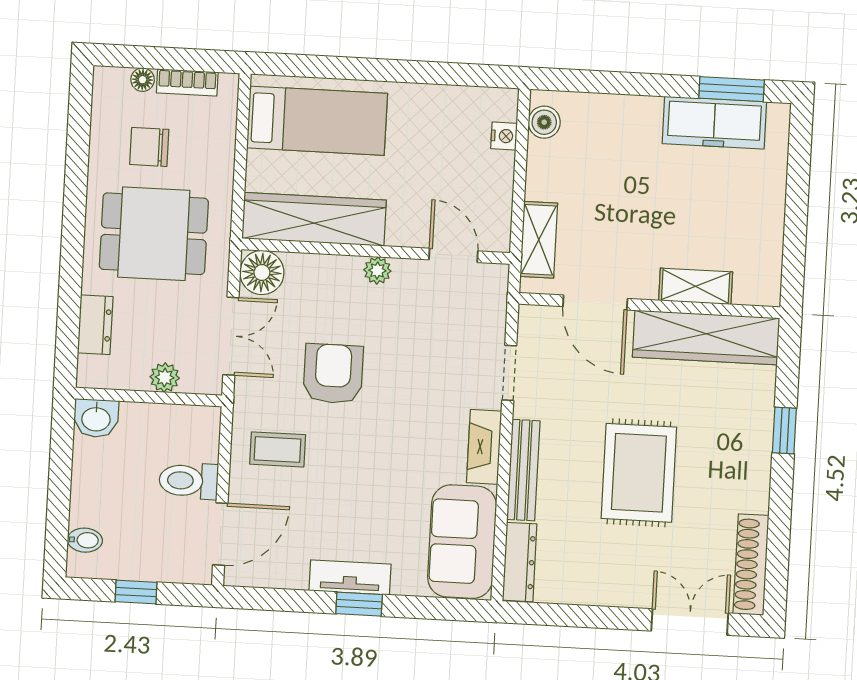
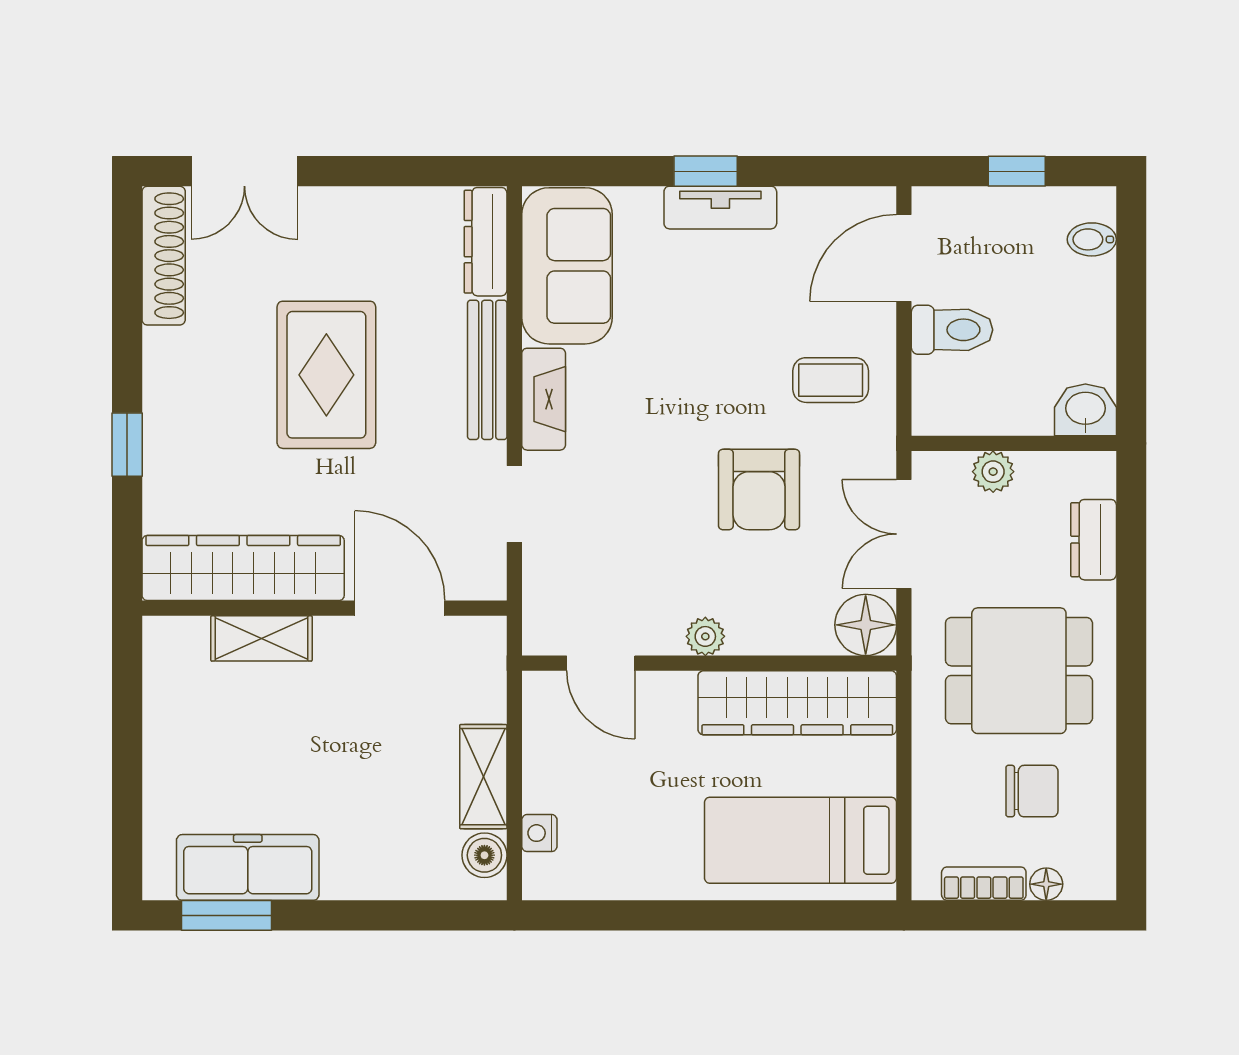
shelving: (539, 240) -> (483, 777), moved

